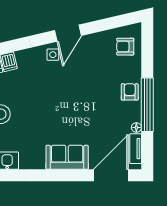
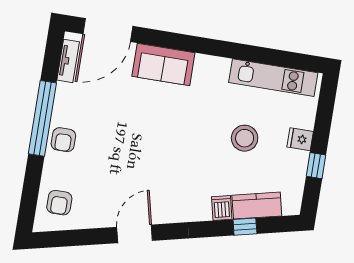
armchair: (125, 47) -> (59, 203), turned 90
side table: (53, 55) -> (160, 208), removed
floor lamp: (136, 127) -> (62, 90), removed

